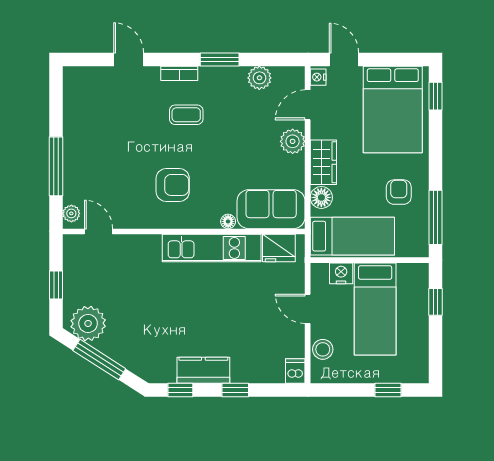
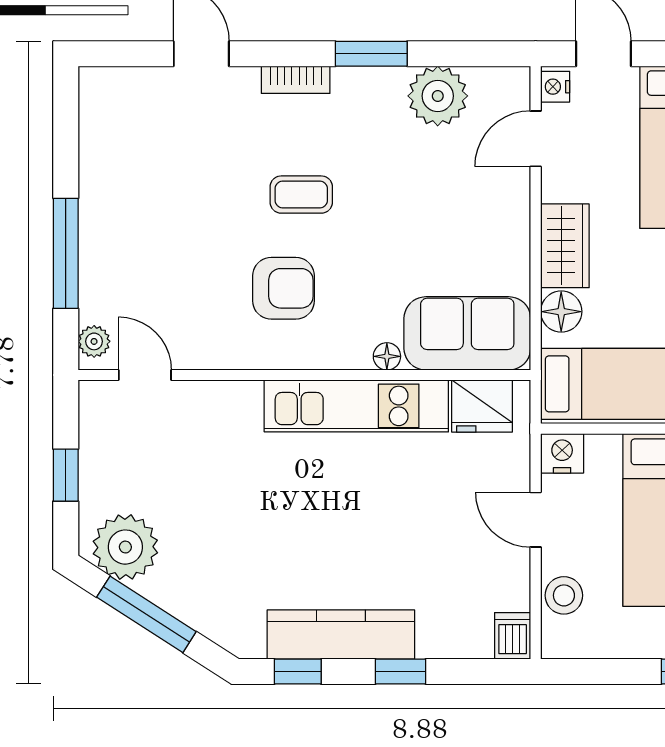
plant: (259, 78) -> (438, 96), width x1.36, depth x1.36
coffee table: (186, 115) -> (301, 195), moved
plant: (293, 141) -> (507, 207), removed
nightstand: (341, 273) -> (562, 453), moved
kitchen counter: (203, 370) -> (341, 635), width x1.50

